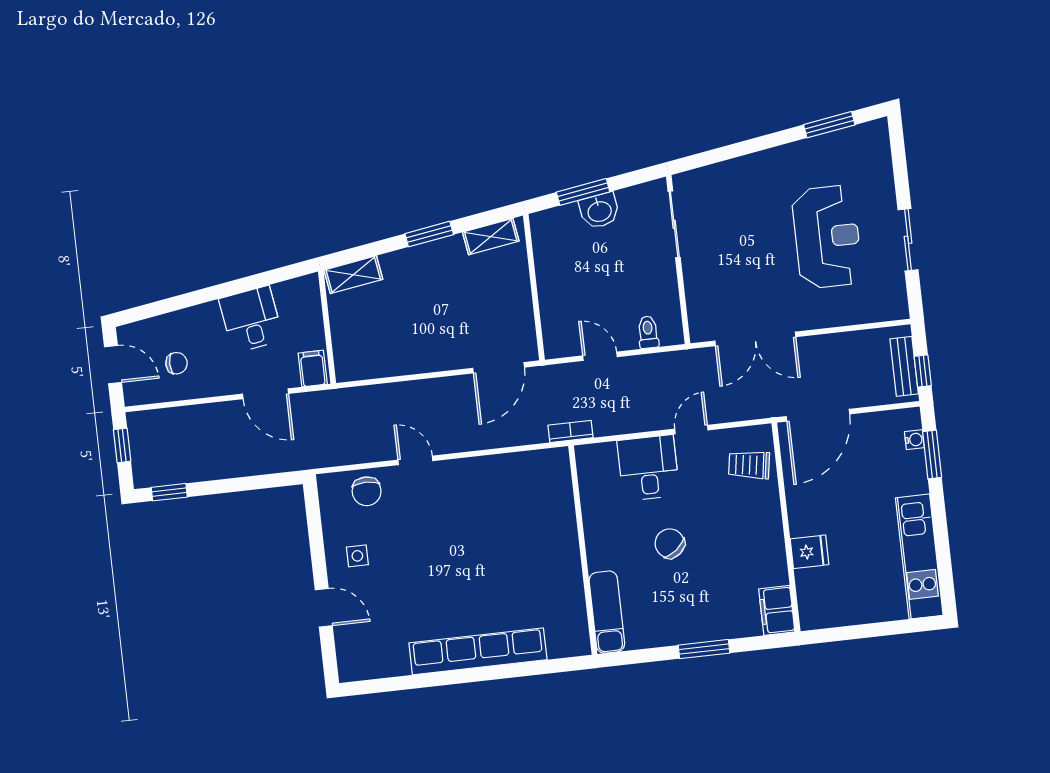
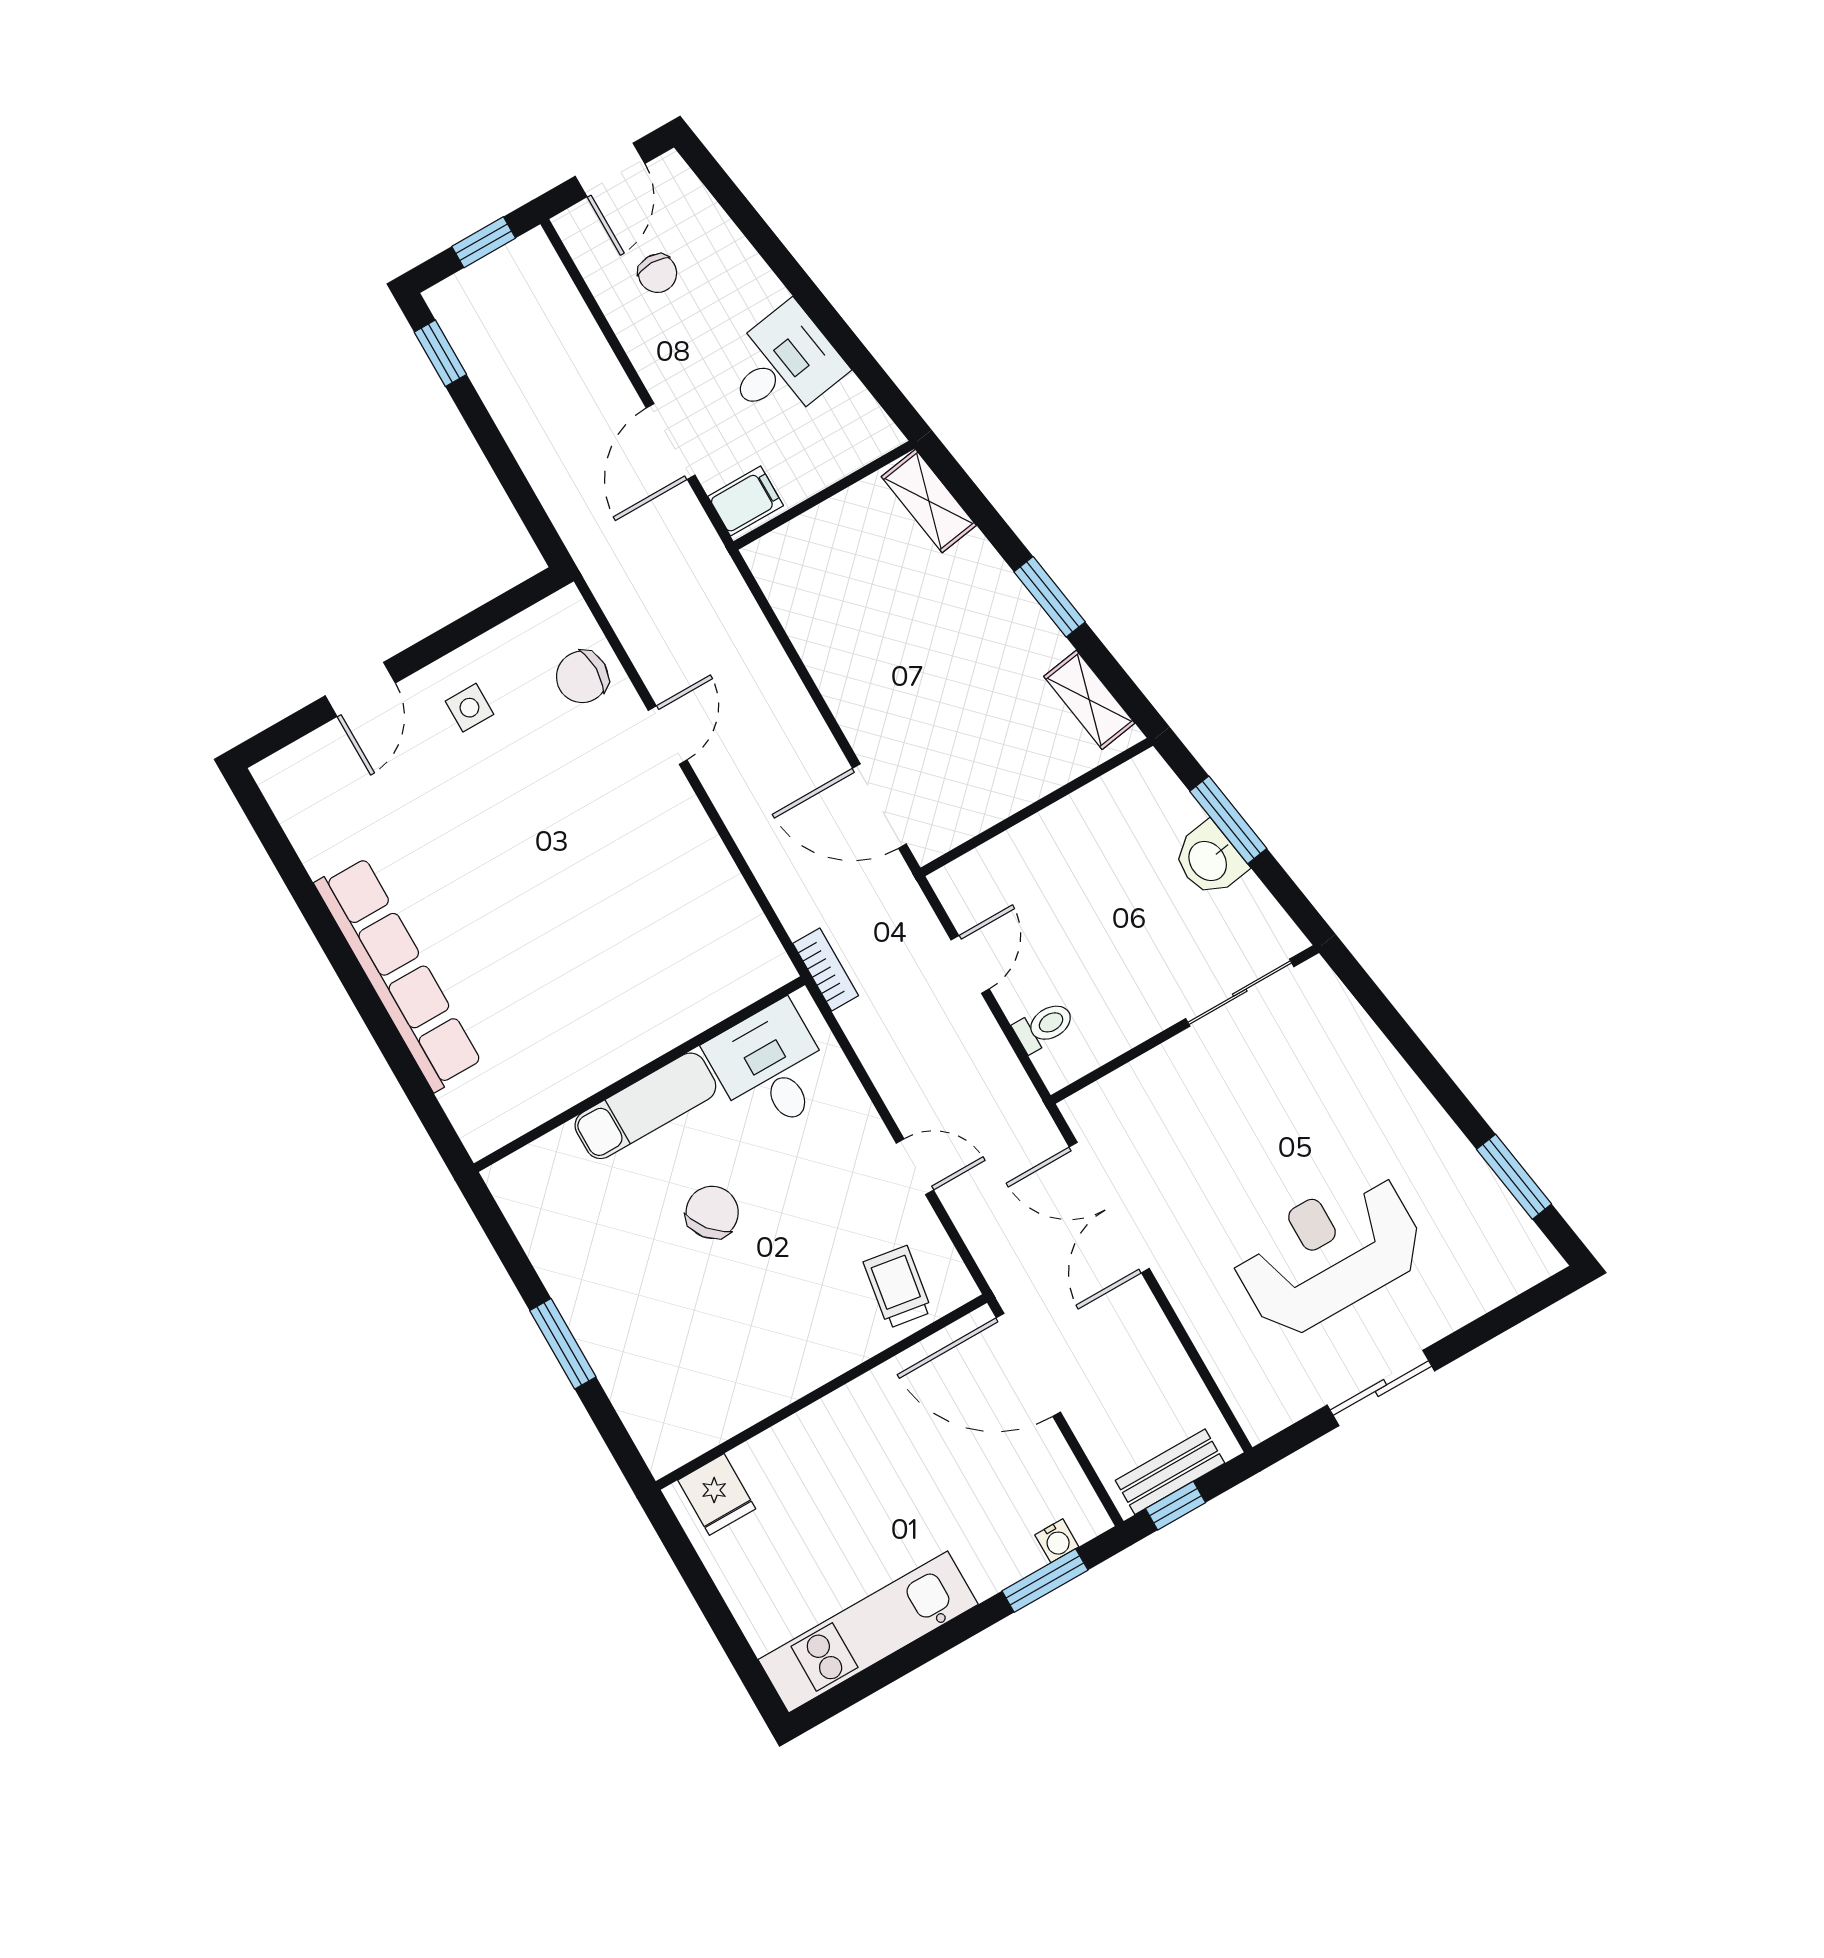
reception desk: (827, 237) -> (1328, 1253), turned 180
desk: (648, 468) -> (771, 1068), moved, turned -90
fridge: (809, 552) -> (717, 1494), moved
filing cabinet: (777, 610) -> (678, 1436), removed
exam couch: (607, 612) -> (645, 1106), moved

